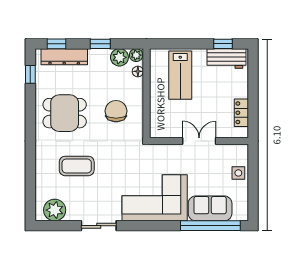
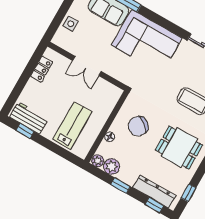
floor lamp: (138, 71) -> (110, 137), moved
chair: (116, 111) -> (138, 126), turned 38

